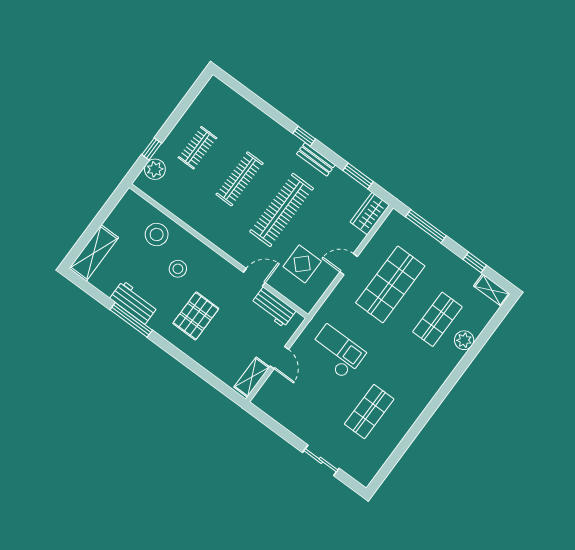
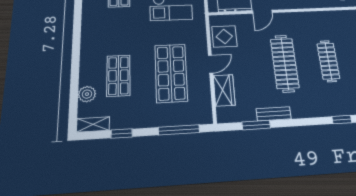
window: (304, 136) -> (342, 120), moved
bench: (316, 159) -> (274, 114), moved
wardrobe: (370, 214) -> (224, 90), moved
display table: (302, 264) -> (224, 36), moved
plant: (464, 340) -> (87, 94), moved

